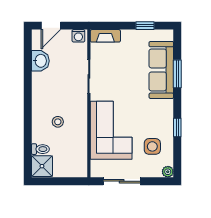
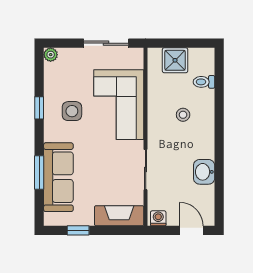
door: (51, 26) -> (191, 230), hinge flipped
fireplace: (105, 36) -> (119, 216), width x1.37, depth x1.32
washbasin: (40, 61) -> (204, 172), moved
side table: (152, 146) -> (72, 111), moved
shower: (42, 166) -> (175, 60), moved

